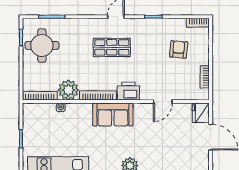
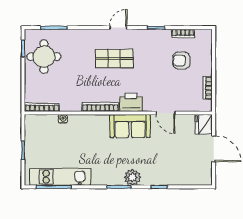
bookcase: (198, 23) -> (183, 34), moved
armchair: (179, 49) -> (181, 61), turned -95
plant: (68, 90) -> (71, 101), removed
door: (163, 102) -> (166, 113), hinge flipped
sofa: (113, 115) -> (130, 126), moved

